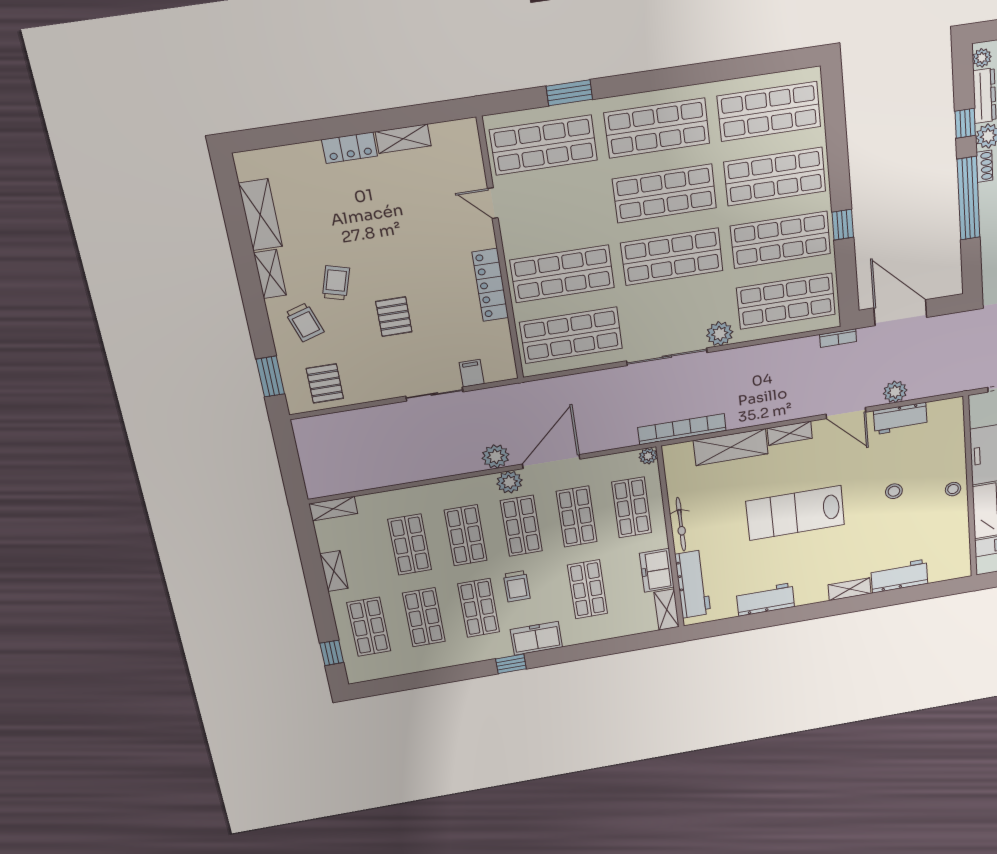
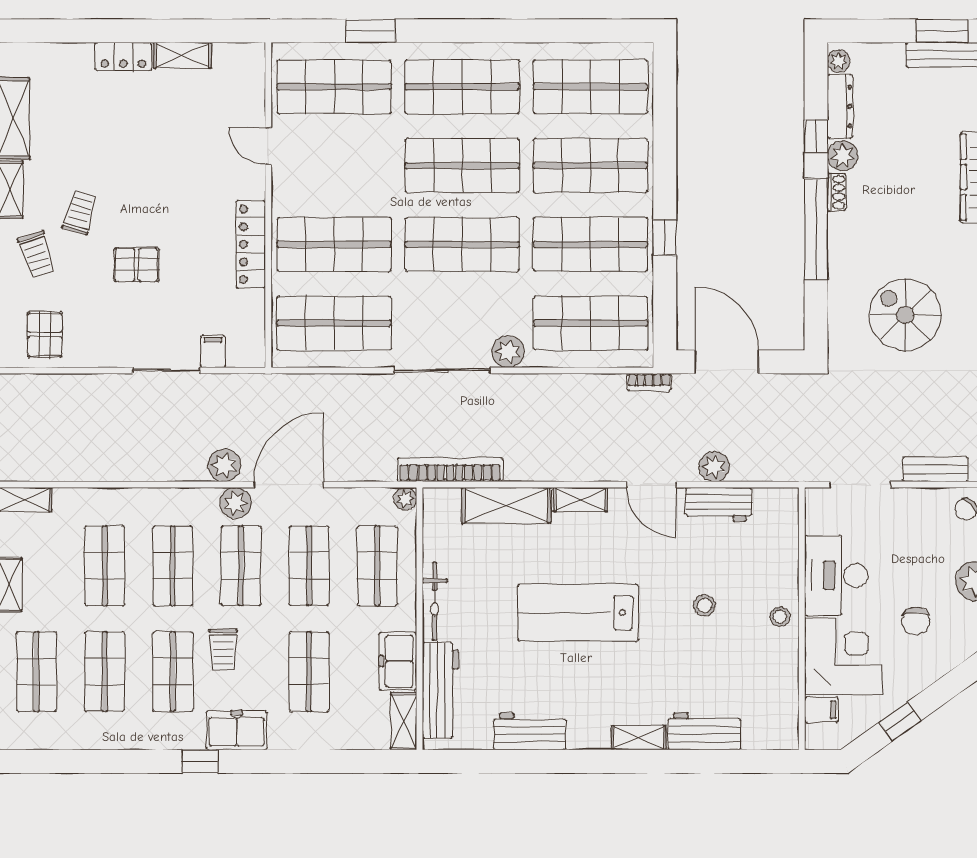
pallet: (394, 317) -> (137, 265), turned 90

